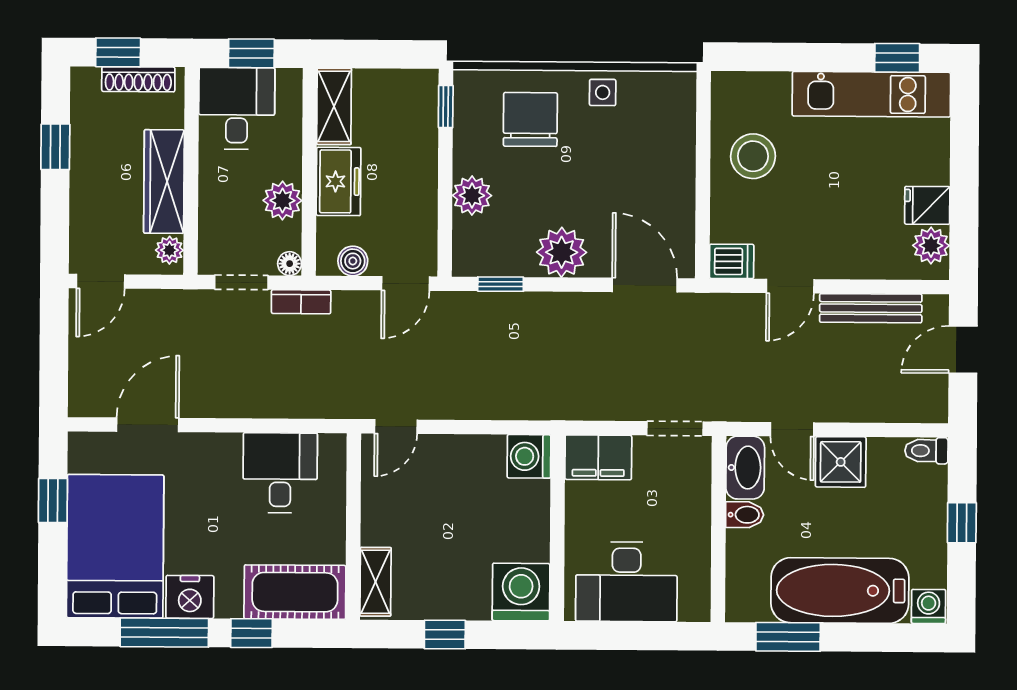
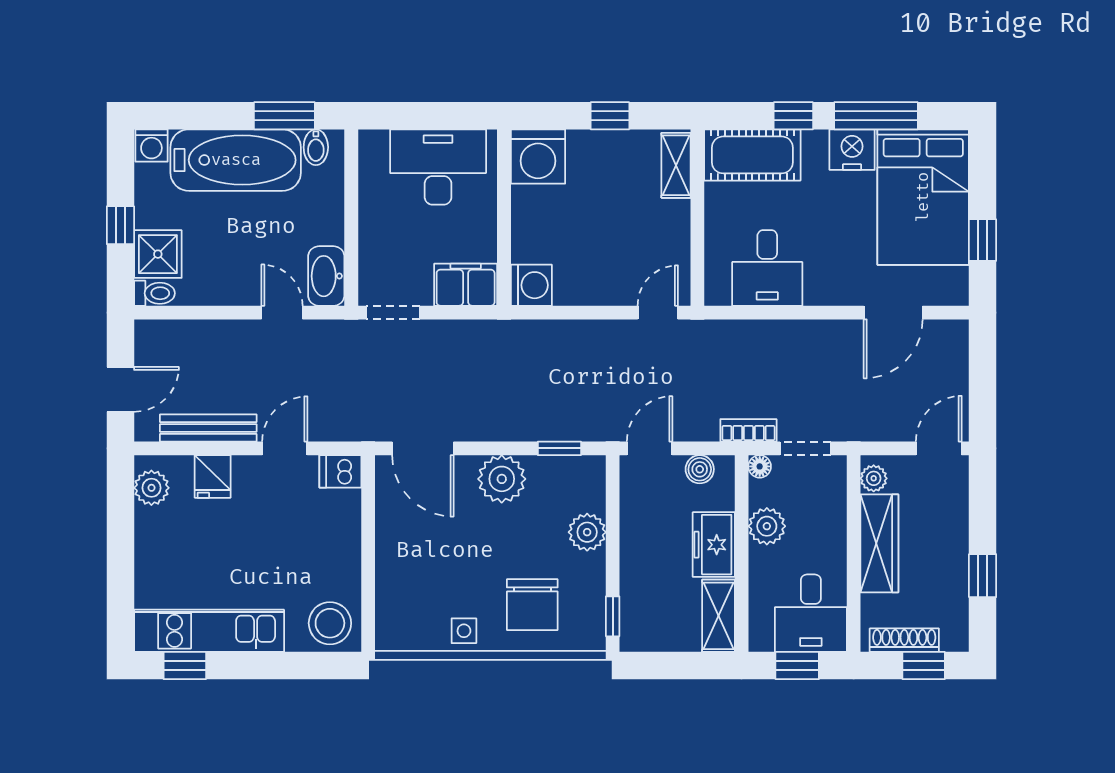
stool: (753, 156) -> (330, 623), moved
fridge: (927, 205) -> (213, 476), moved, turned 90
shower: (841, 462) -> (158, 254), moved
bidet: (745, 515) -> (316, 147), moved, turned -90

